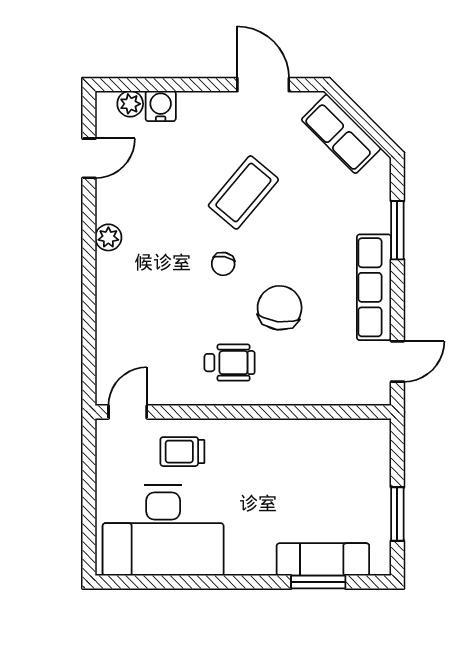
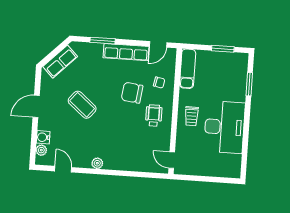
door: (263, 85) -> (36, 106), moved
chair: (223, 264) -> (159, 82), moved
door: (397, 361) -> (158, 44), swing flipped
trolley: (182, 452) -> (192, 116), moved
desk: (163, 530) -> (224, 127), moved
exam couch: (323, 559) -> (188, 69), moved, turned 180

